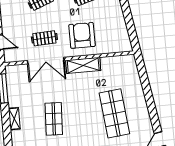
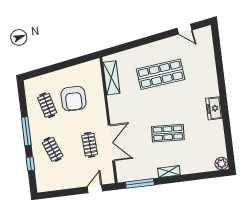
armchair: (82, 35) -> (73, 99), moved, turned -90
shelving: (83, 65) -> (111, 78), moved

